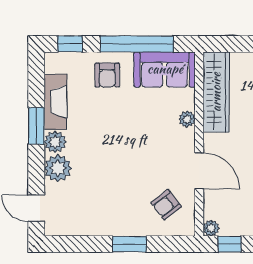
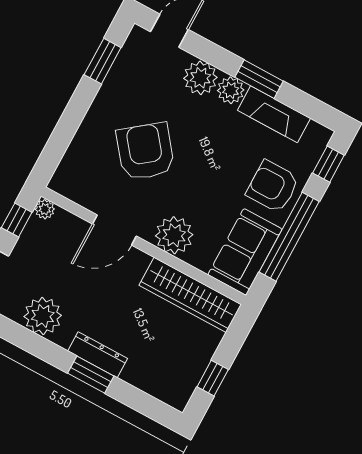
armchair: (107, 75) -> (273, 186), width x1.38, depth x1.38
plant: (187, 119) -> (174, 235), width x1.87, depth x1.87
armchair: (166, 205) -> (145, 151), moved, width x1.88, depth x1.88
window: (129, 244) -> (103, 61), moved

